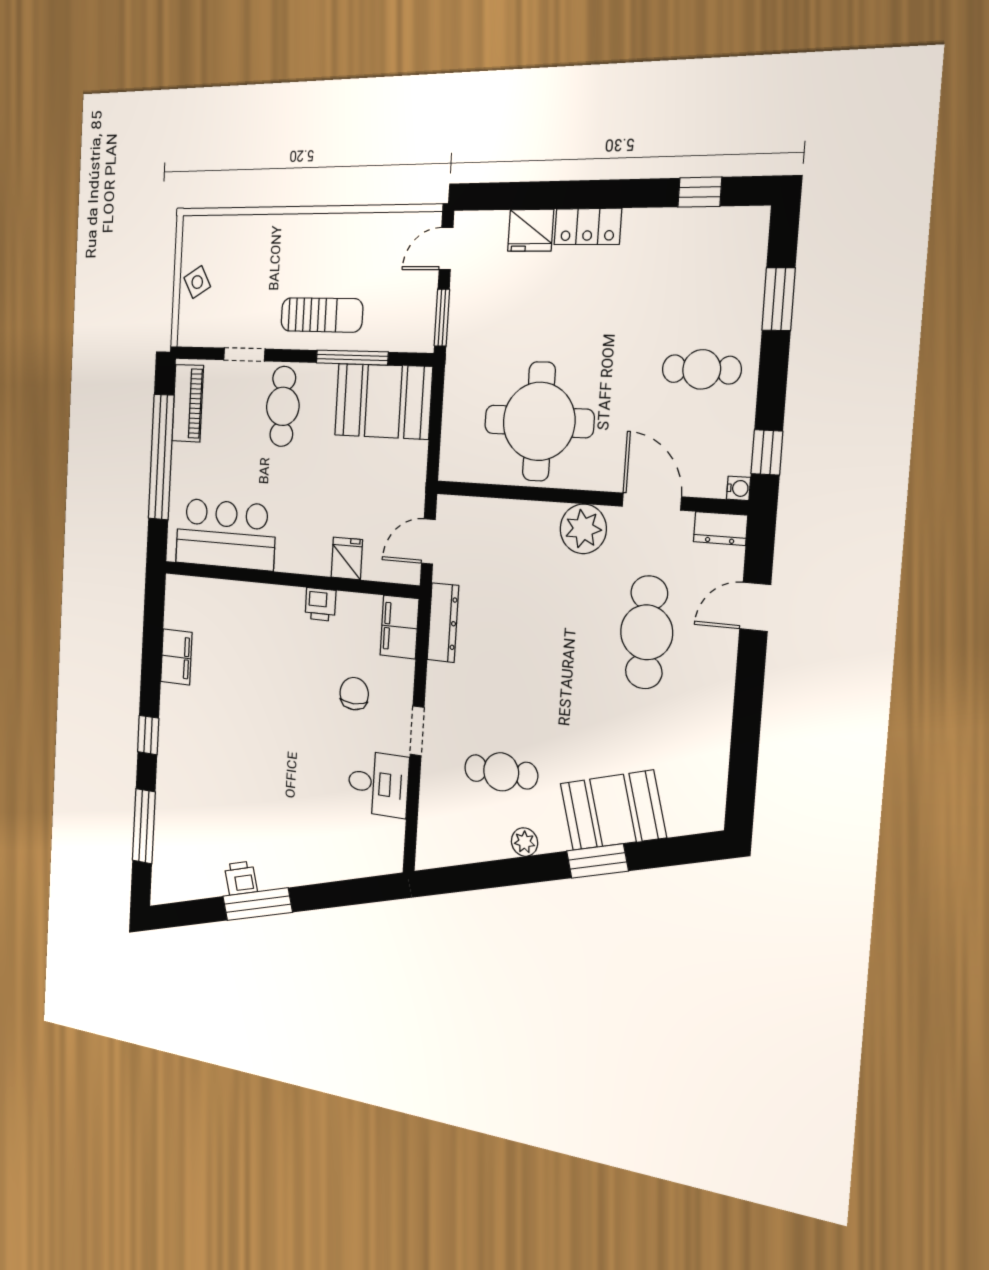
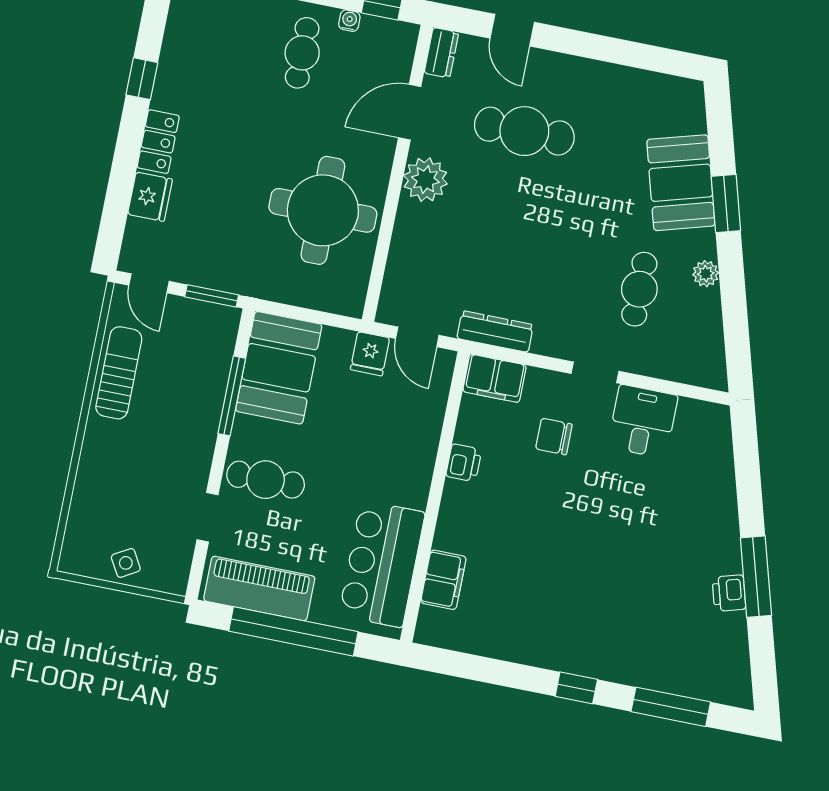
window: (700, 192) -> (142, 79), moved
sun lounger: (322, 315) -> (119, 373), moved
piano: (188, 403) -> (259, 588), width x1.37, depth x1.33
water cooler: (739, 488) -> (349, 21), moved
fridge: (347, 558) -> (370, 354), moved, turned -90
filing cabinet: (176, 657) -> (443, 580), moved, turned 90

